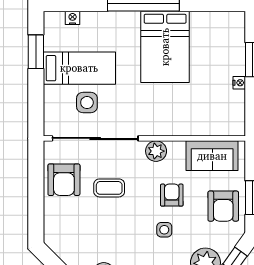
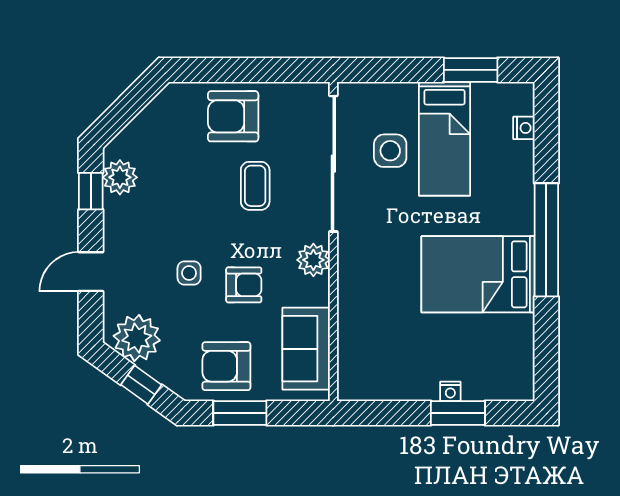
nightstand: (239, 83) -> (450, 391), moved
armchair: (64, 180) -> (233, 116), moved

